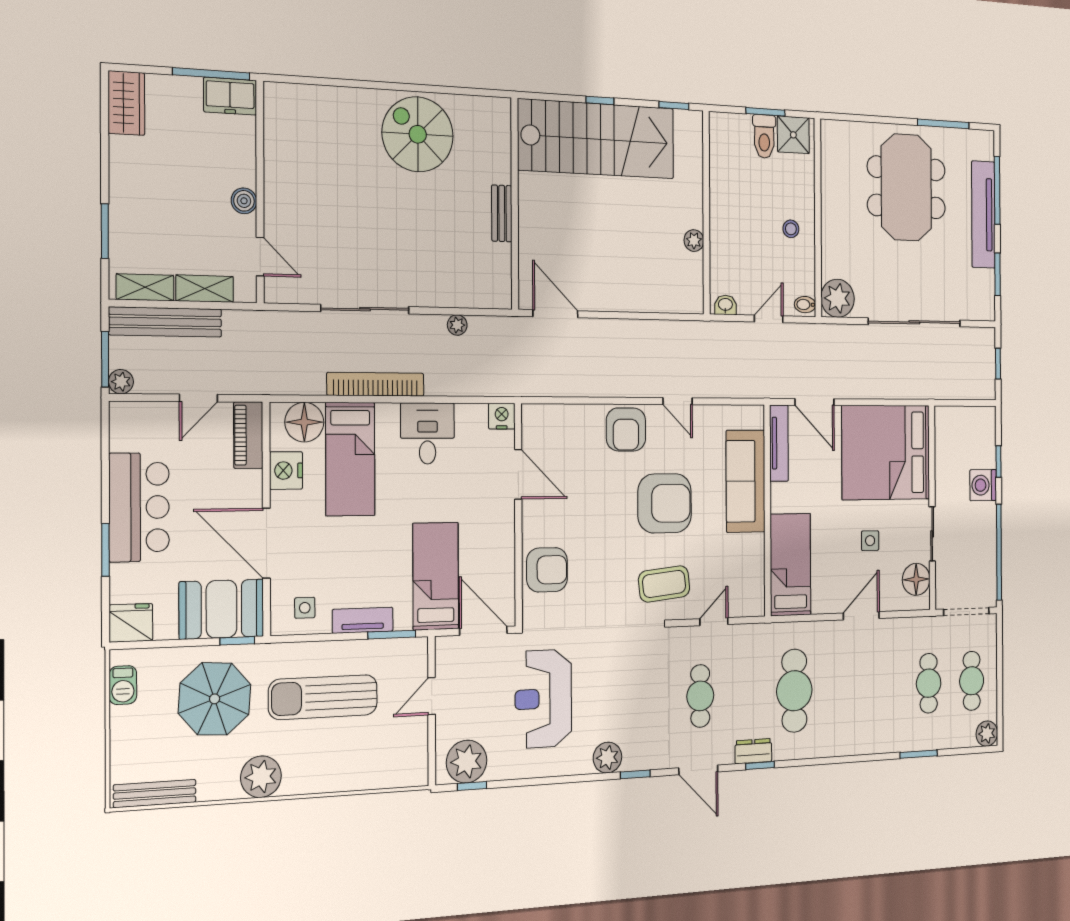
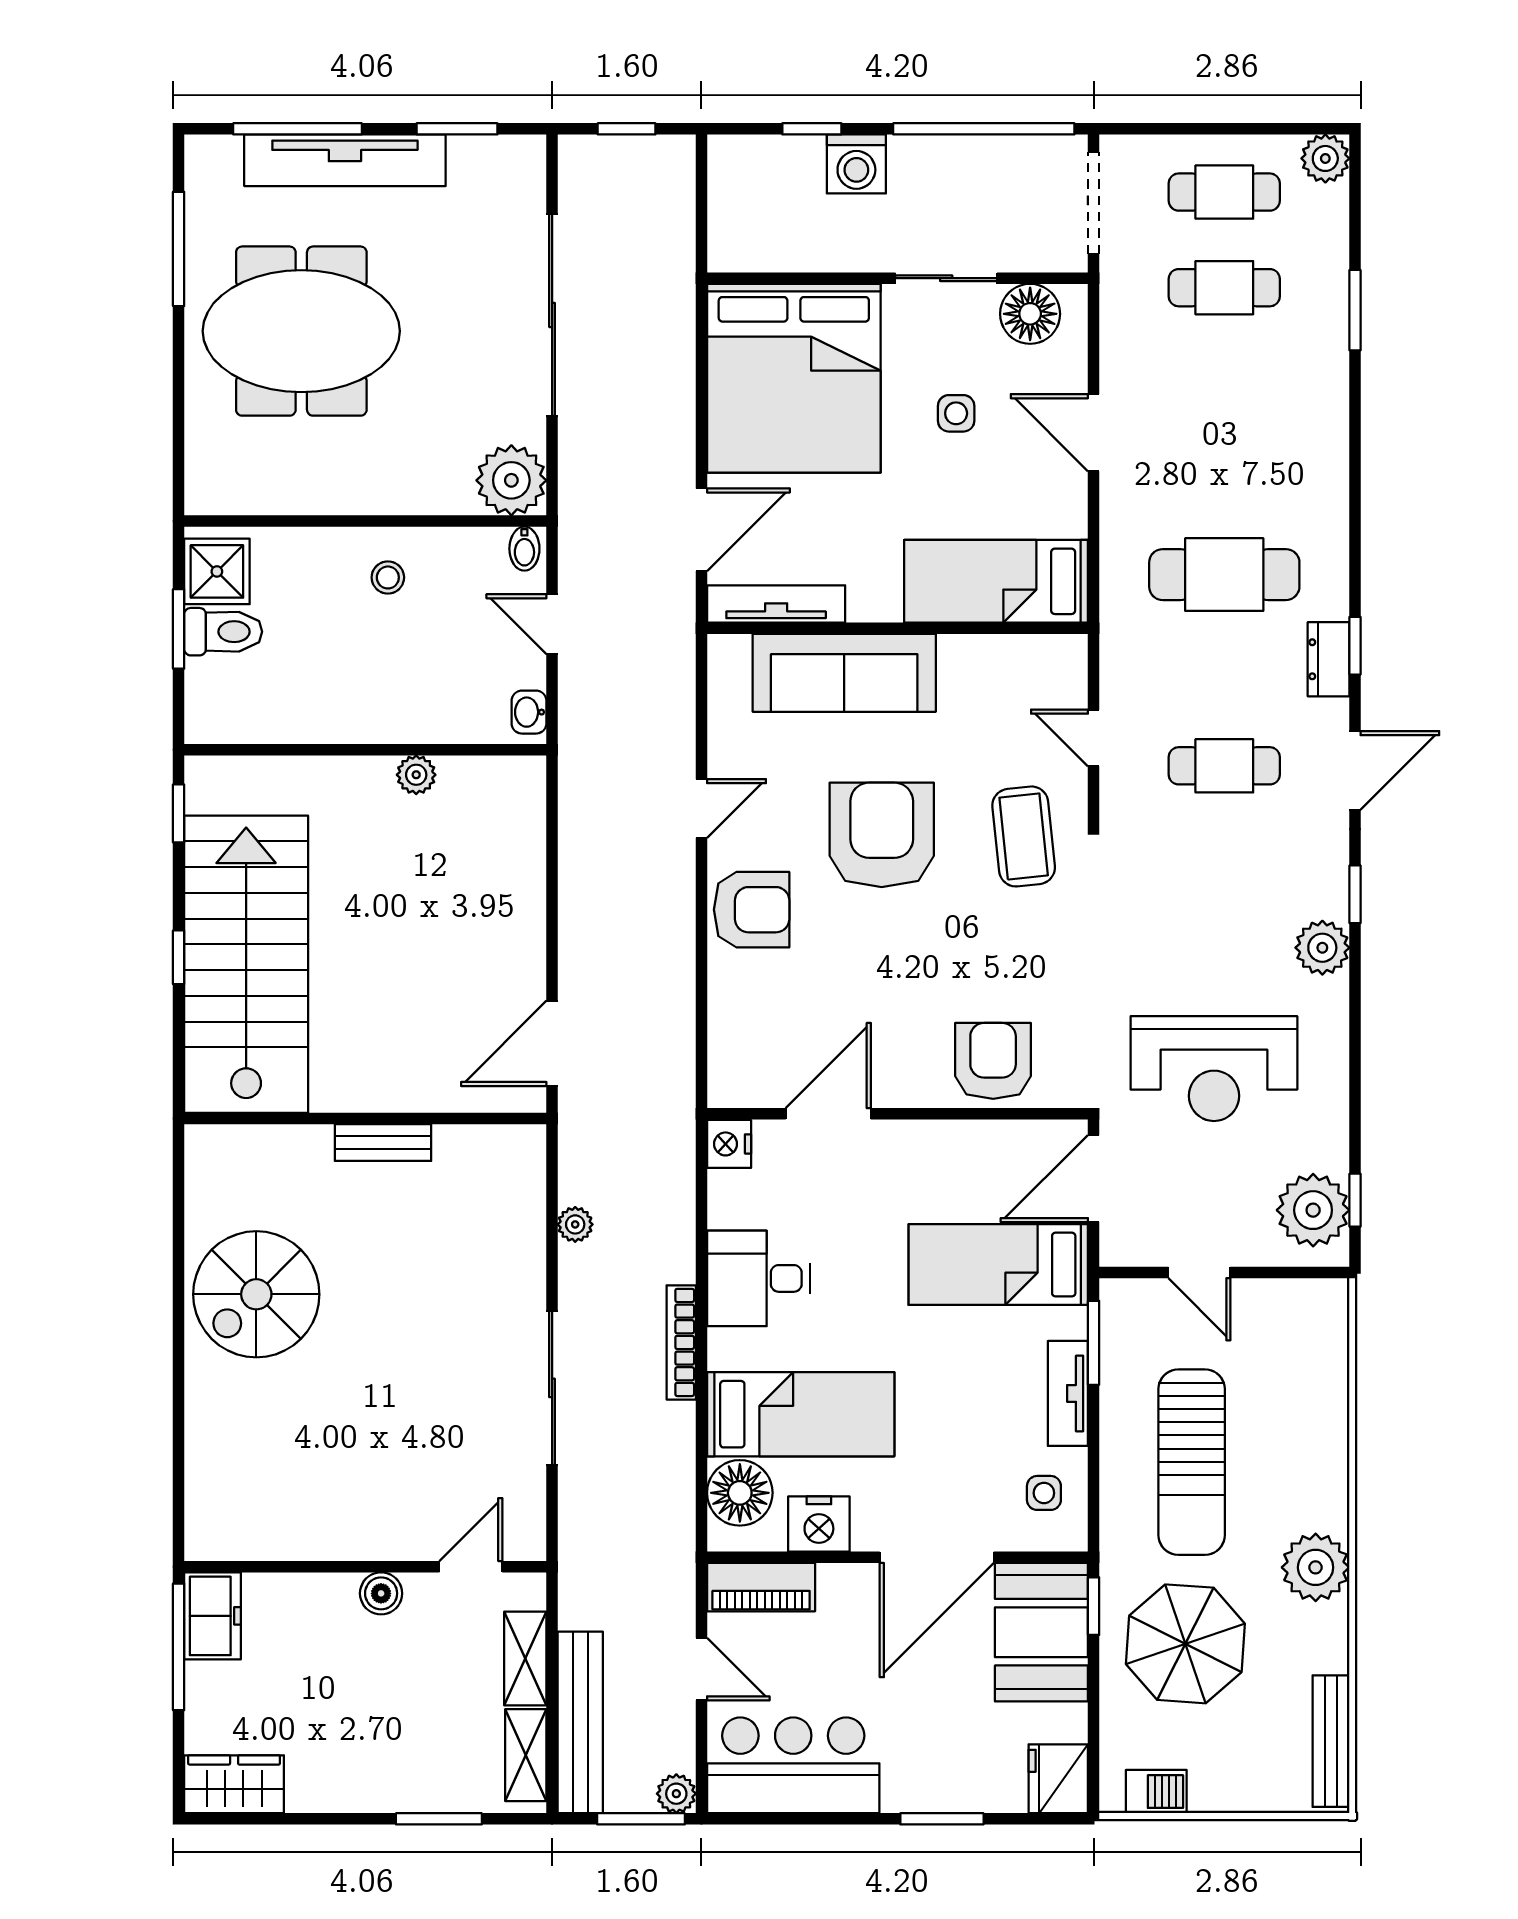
bookcase: (376, 384) -> (681, 1342), width x0.68, depth x0.76
bar counter: (139, 507) -> (793, 1765), moved

